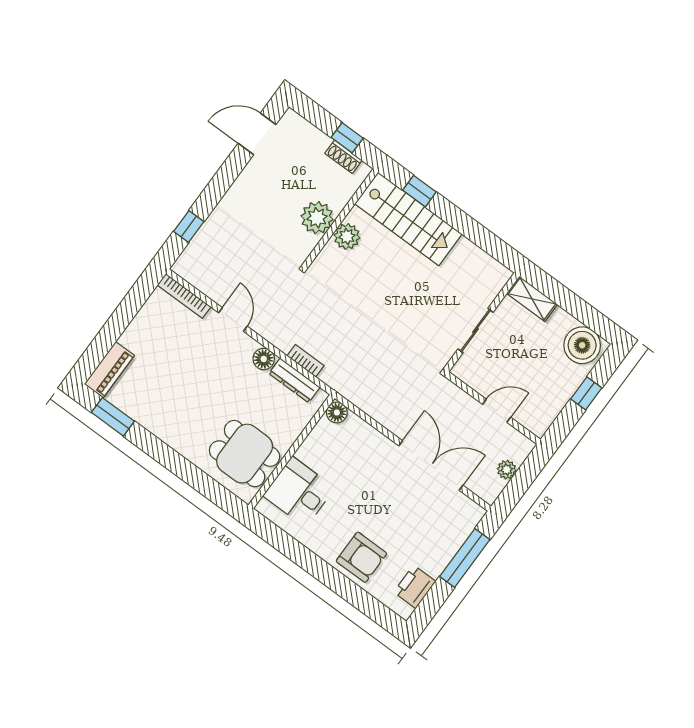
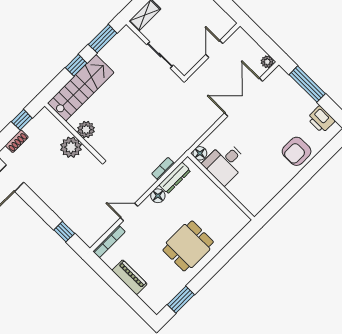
shoe rack: (343, 157) -> (17, 141), moved
window: (419, 191) -> (76, 65), moved
window: (487, 241) -> (103, 39), added
piano: (109, 370) -> (130, 277), moved
dining table: (245, 454) -> (188, 246), moved
plant: (507, 470) -> (267, 62), moved
desk: (299, 492) -> (225, 163), moved
armchair: (361, 557) -> (297, 151), turned 180

